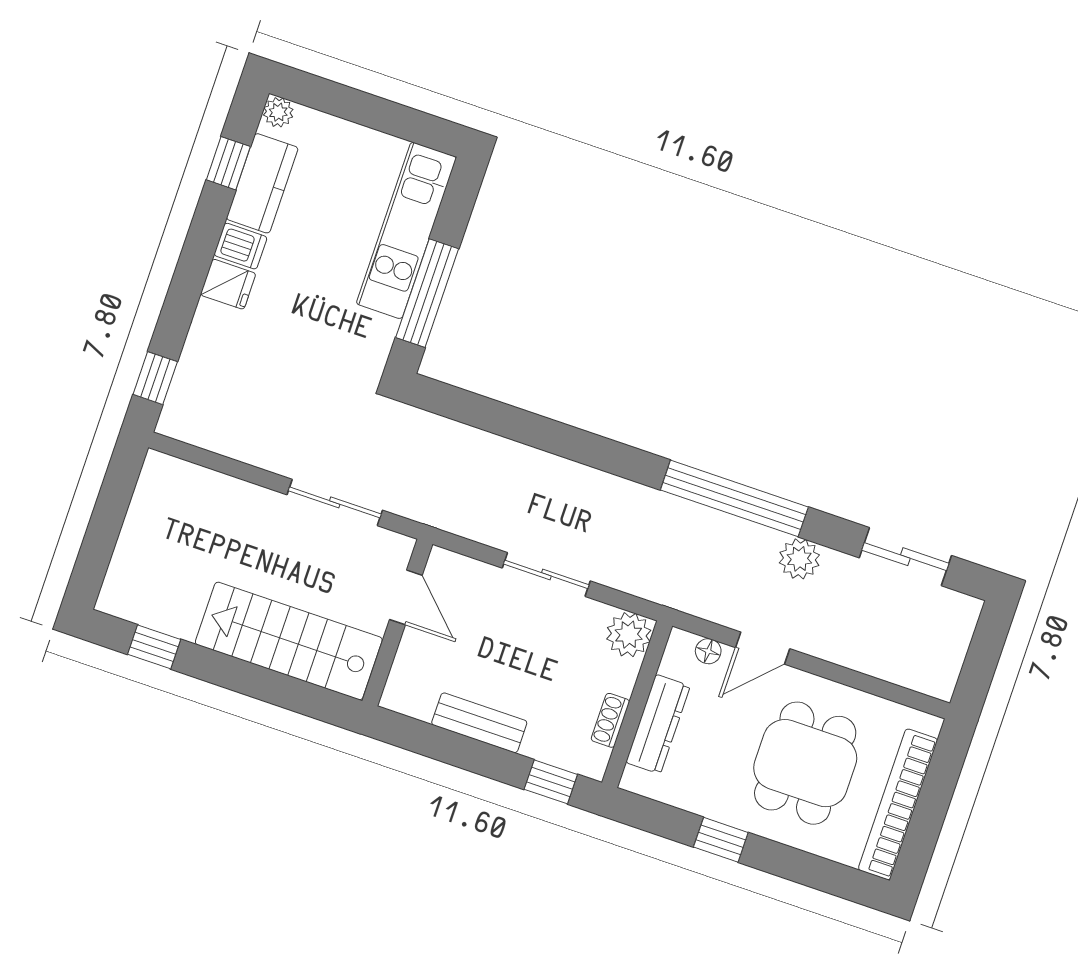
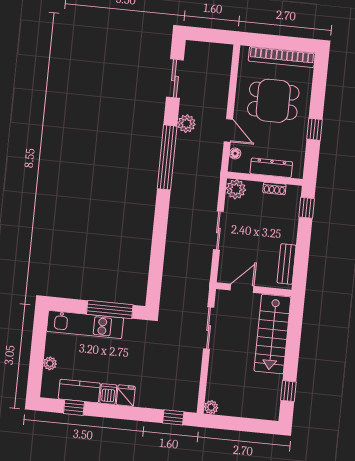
plant: (278, 112) -> (50, 363), moved
plant: (158, 467) -> (211, 407), added
bench: (479, 723) -> (287, 264), moved

